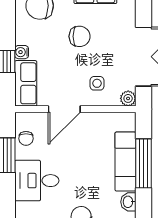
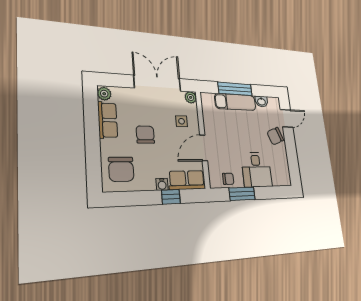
door: (64, 109) -> (204, 148), swing flipped

